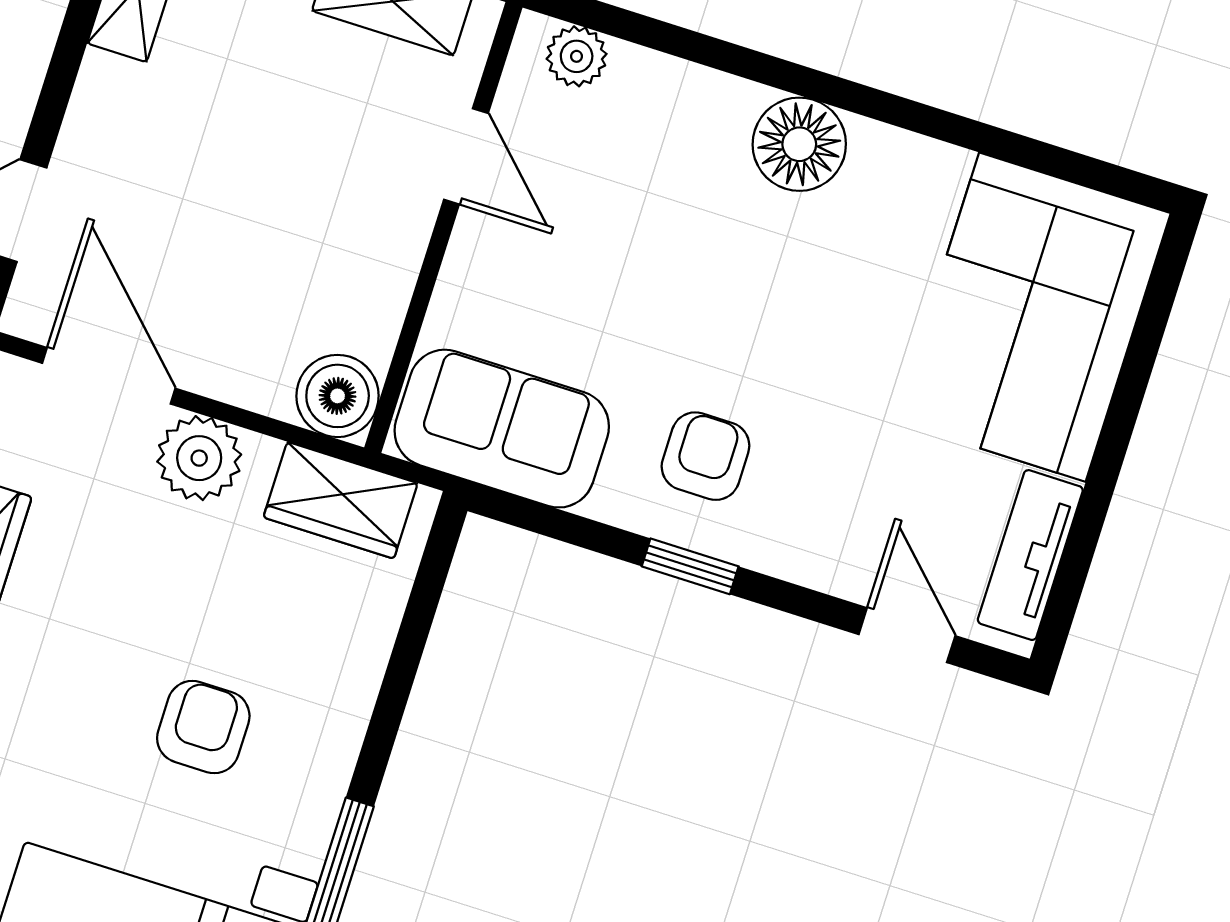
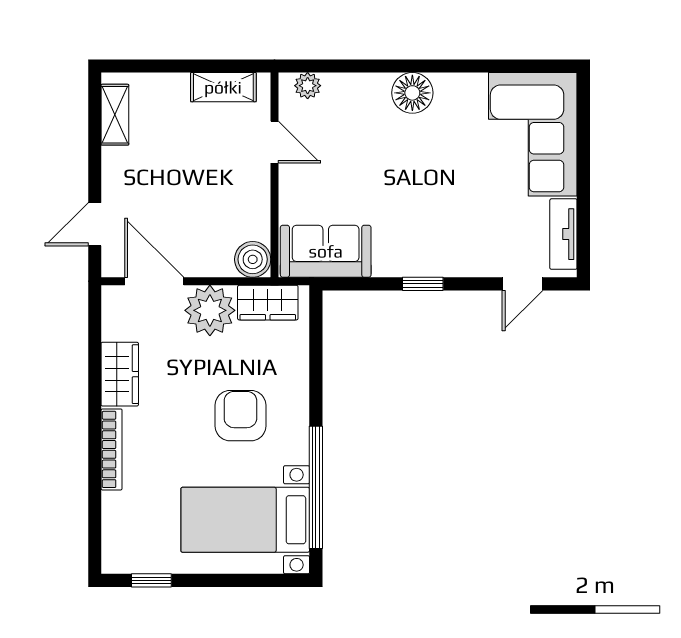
armchair: (705, 456) -> (415, 236), removed
plant: (199, 458) -> (210, 310), width x1.36, depth x1.36
door: (907, 635) -> (523, 284), swing flipped
armchair: (203, 727) -> (240, 416), width x1.38, depth x1.38

